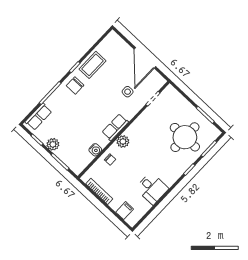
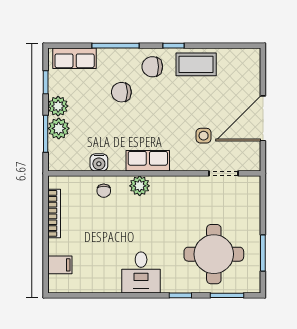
chair: (73, 110) -> (121, 92), added
plant: (63, 153) -> (59, 128), added
desk: (152, 188) -> (141, 272), moved

